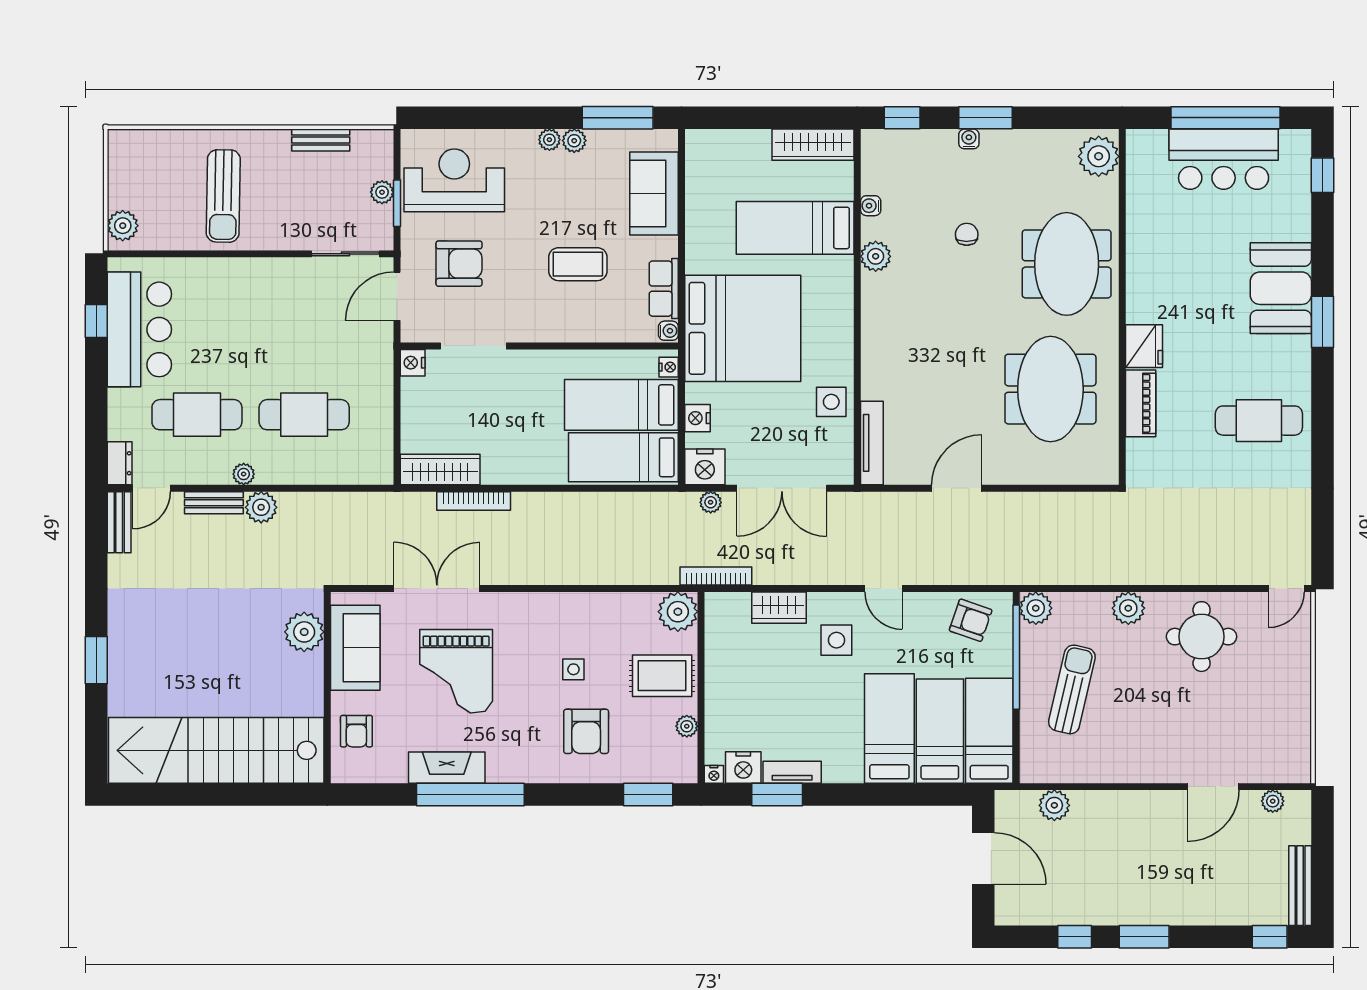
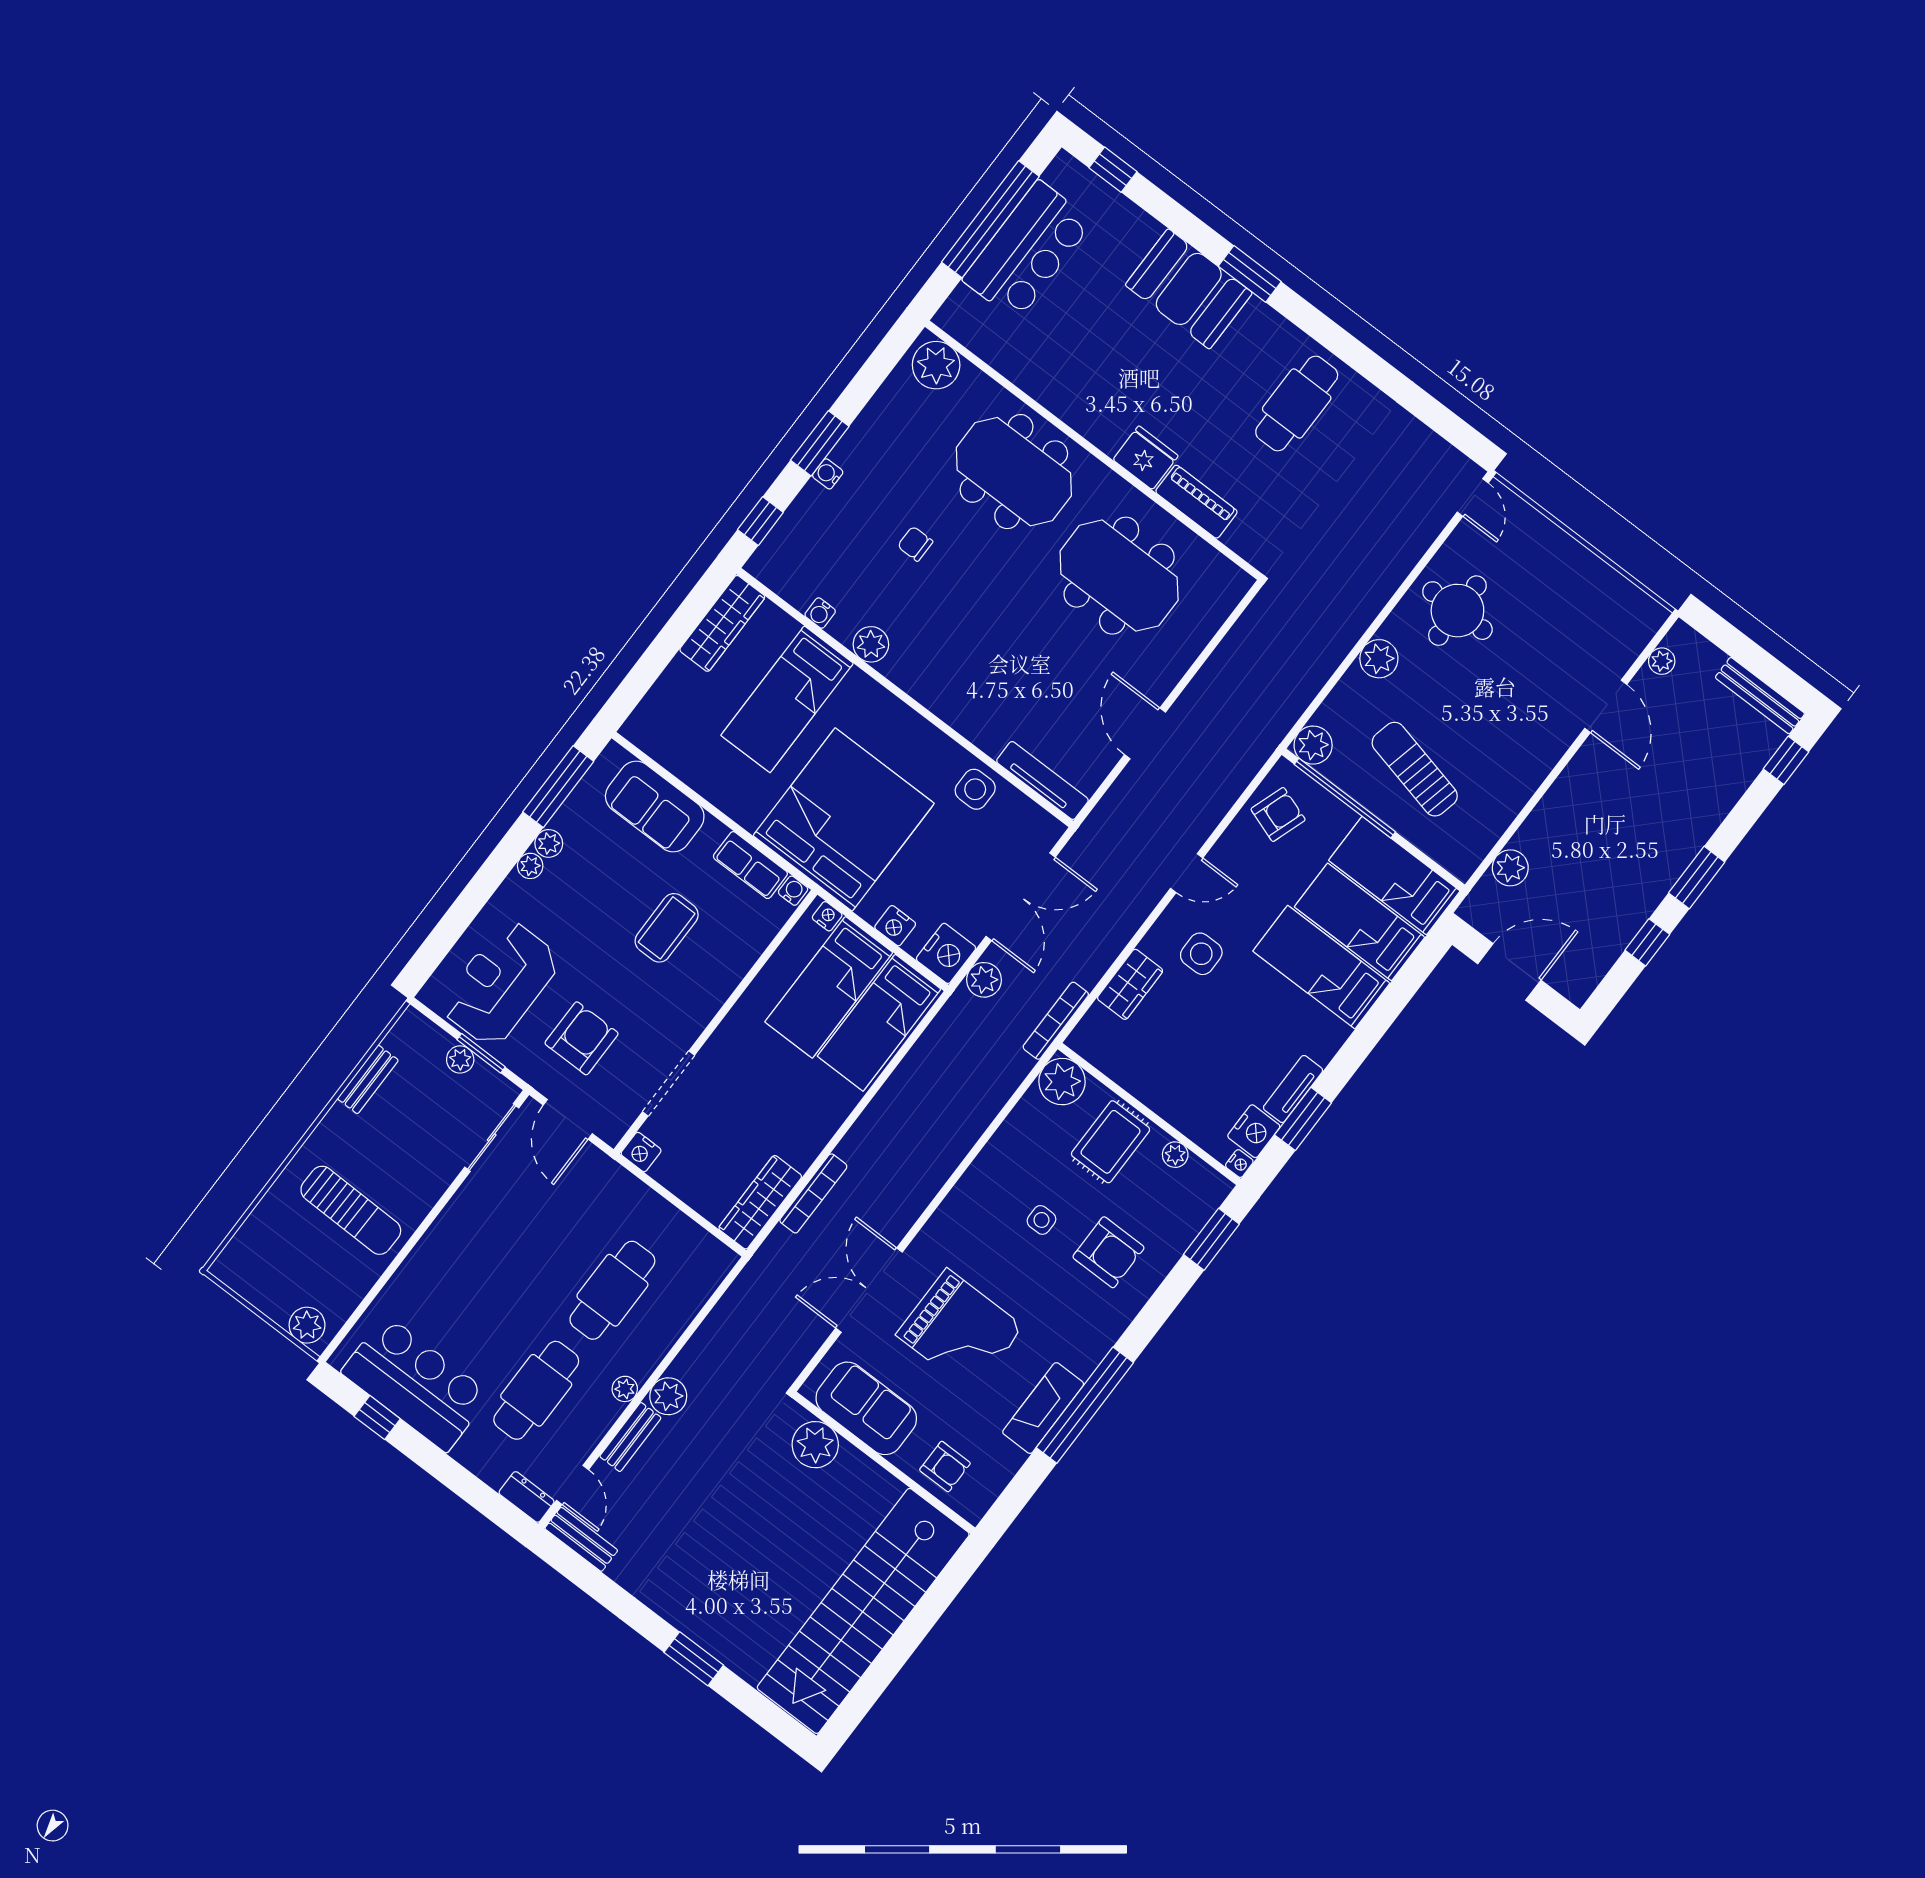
plant: (711, 502) -> (984, 980), width x1.38, depth x1.38

